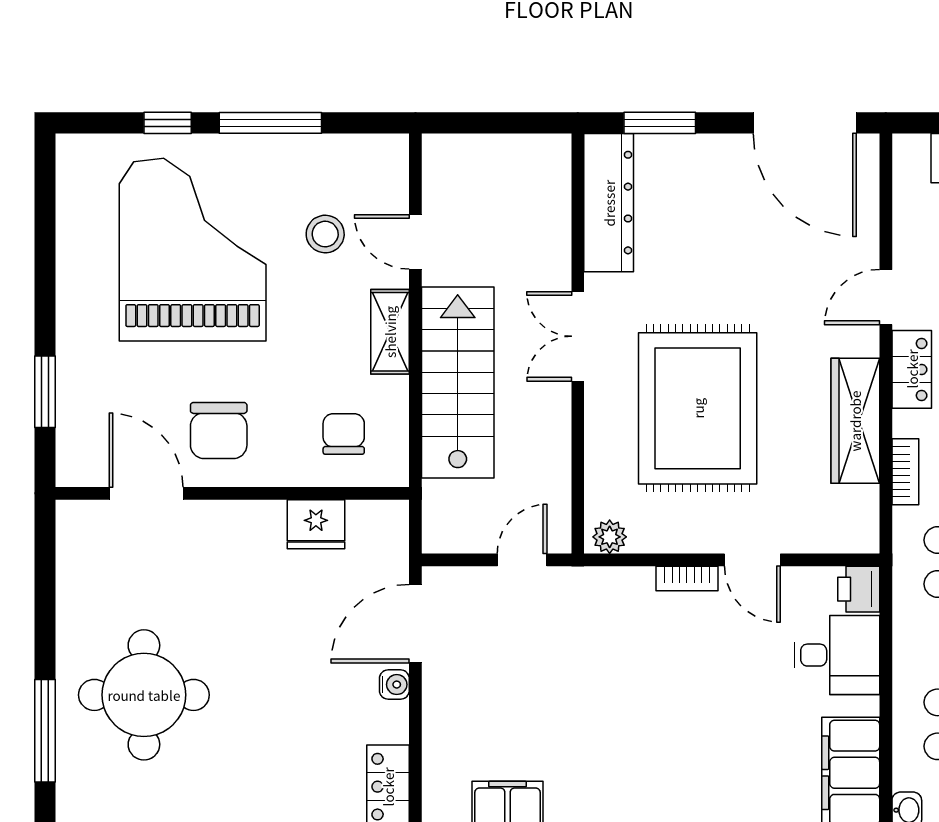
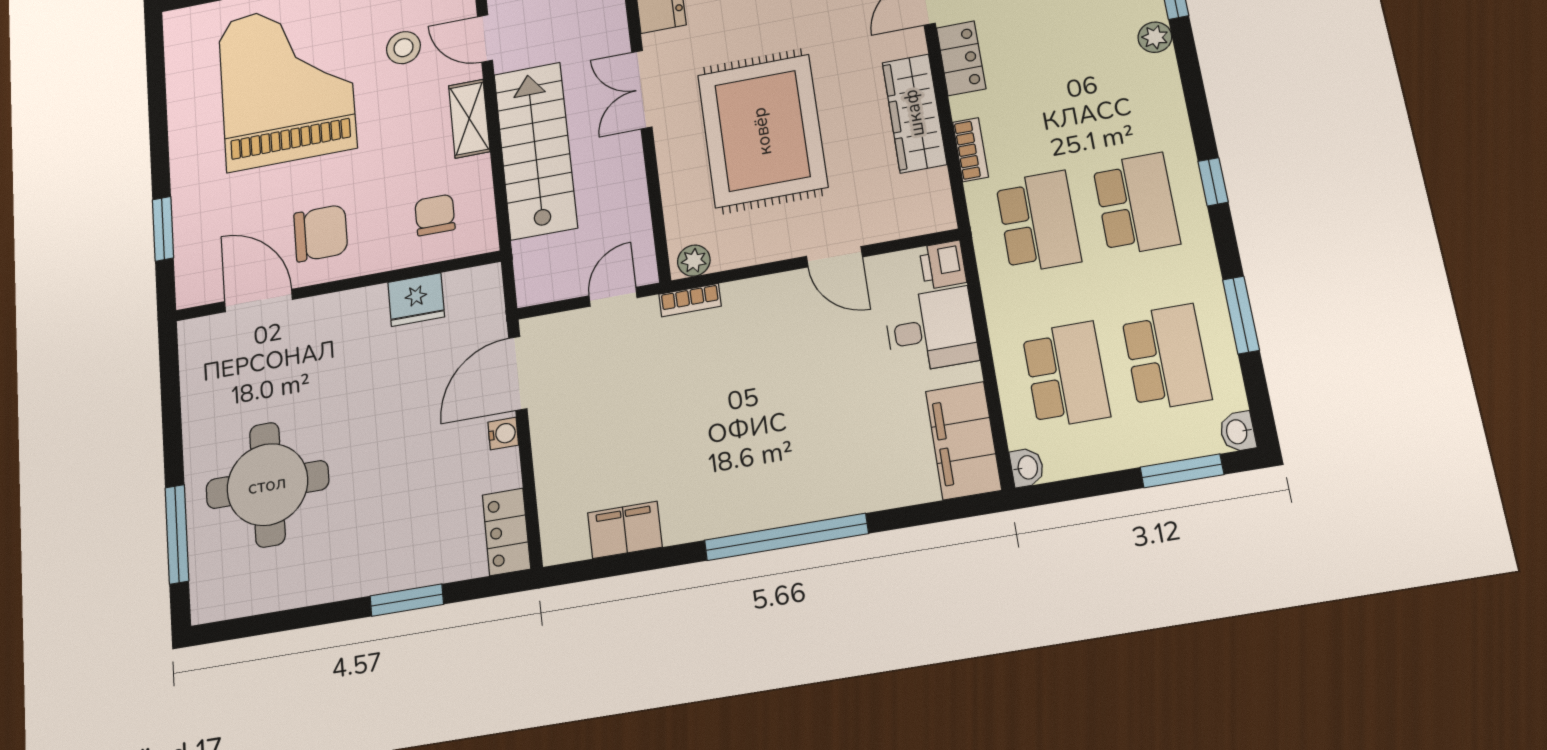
chair: (219, 431) -> (321, 233), turned -90
bookcase: (687, 579) -> (690, 300), moved

